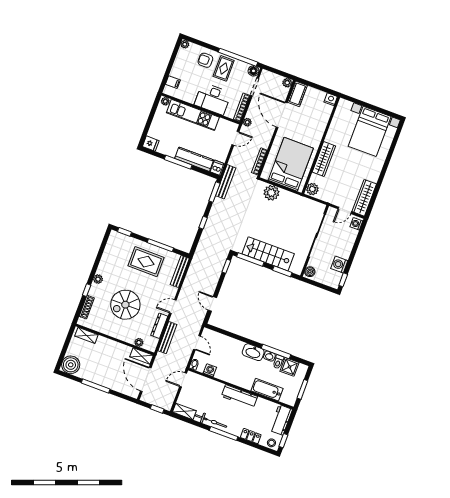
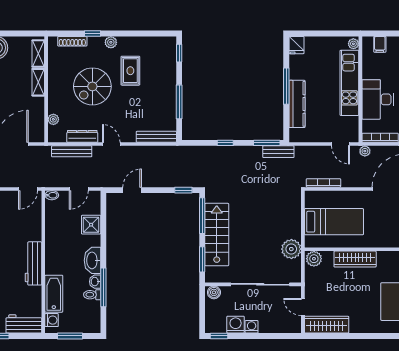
bed: (291, 164) -> (334, 222), width x0.67
dishwasher: (217, 168) -> (297, 135), removed
bench: (226, 182) -> (278, 152), width x0.73
plant: (271, 193) -> (291, 249), moved
washing machine: (356, 224) -> (252, 327), moved
rug: (146, 262) -> (130, 71), moved, width x0.73, depth x0.70
spiral stairs: (125, 305) -> (92, 86), turned -90
shelving: (142, 356) -> (38, 82), moved
shower: (290, 367) -> (91, 225), moved
washing machine: (210, 370) -> (52, 320), moved
door: (183, 380) -> (28, 189), swing flipped

